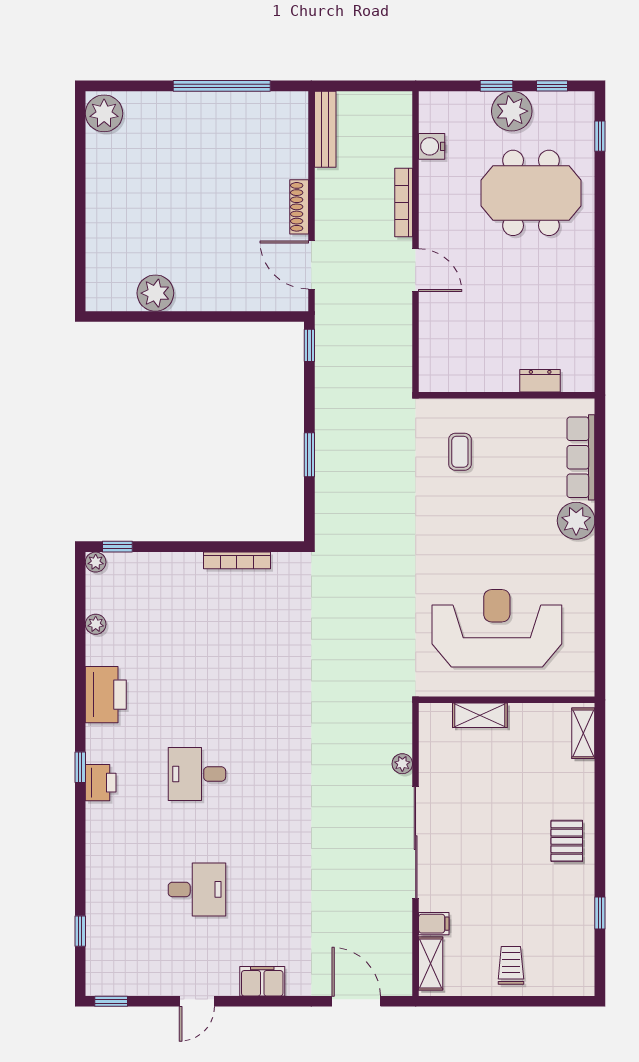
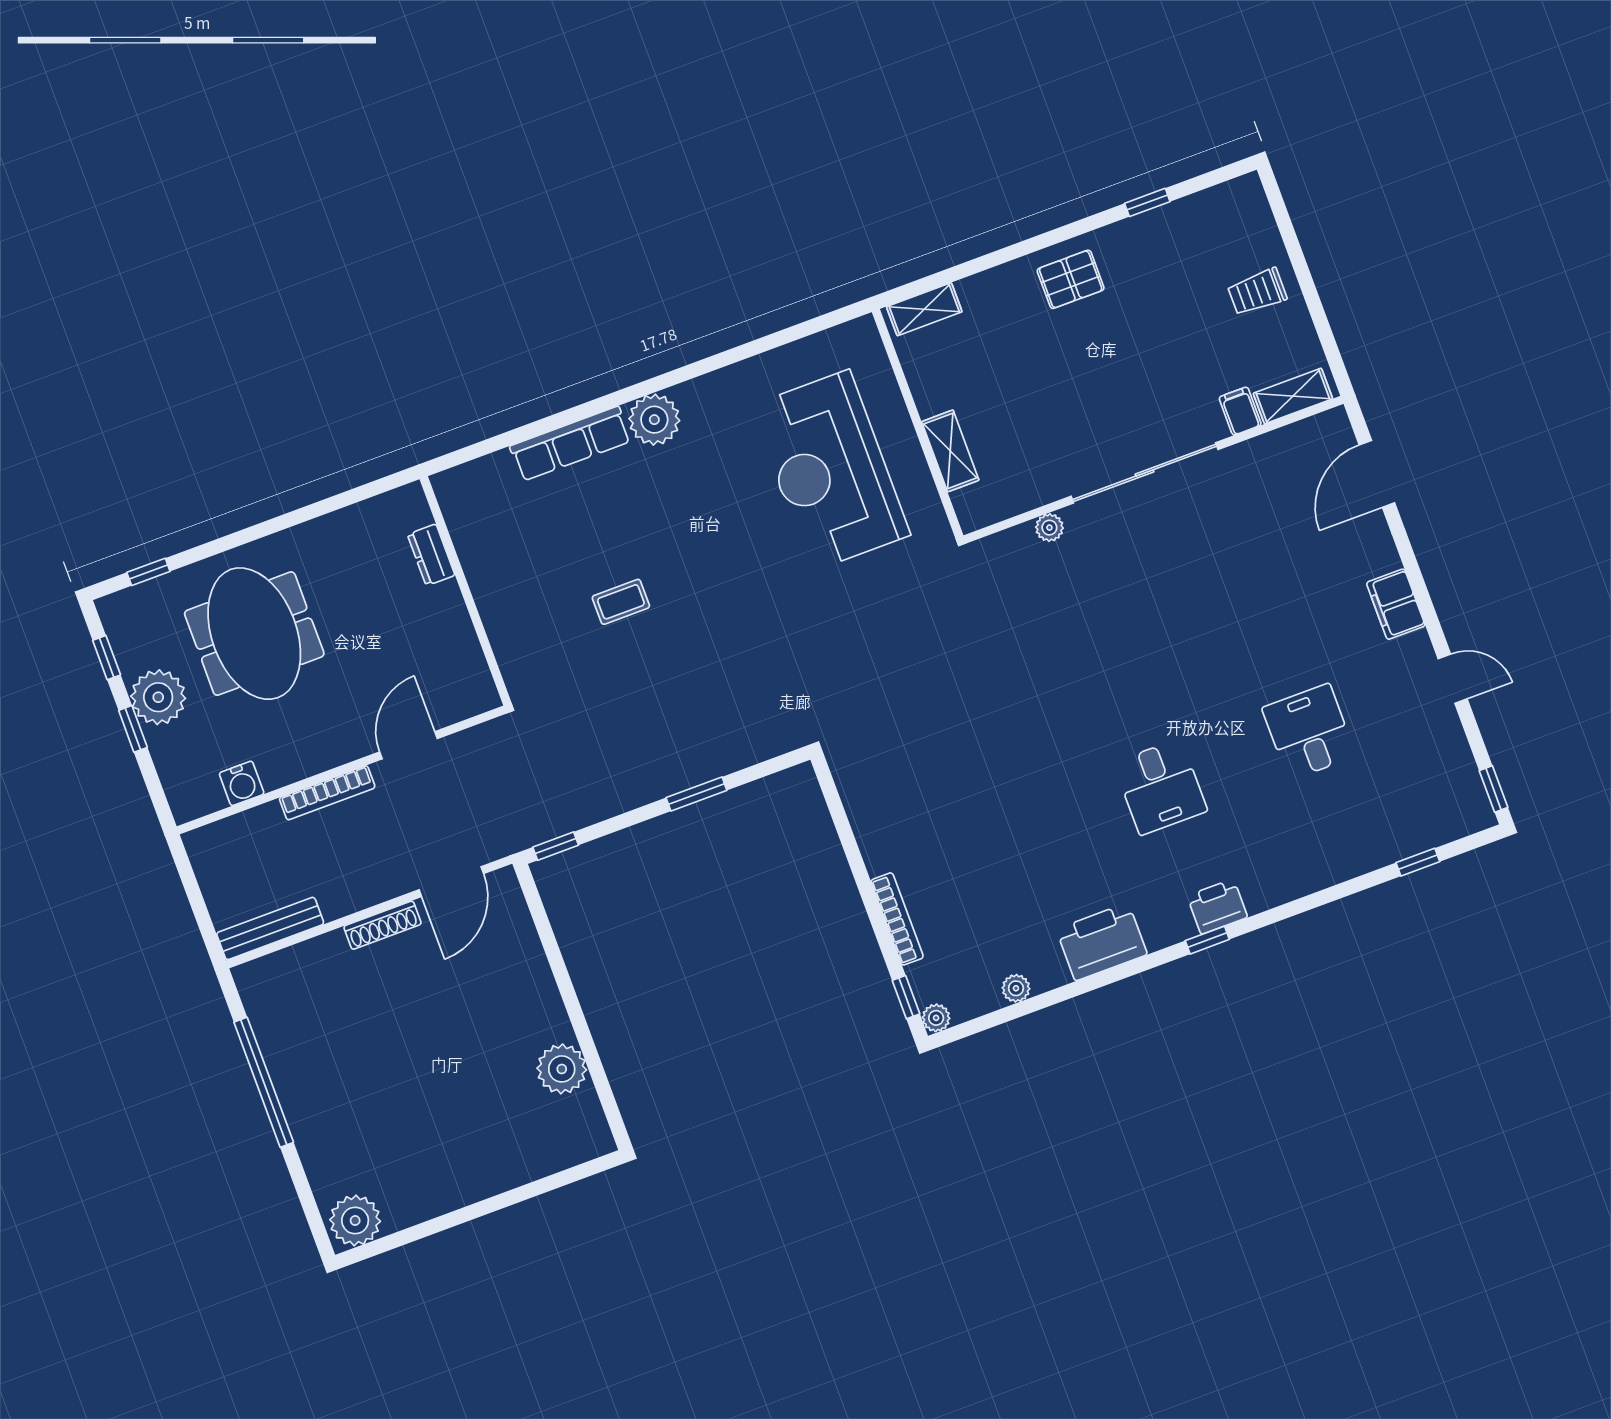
dresser: (540, 381) -> (431, 555), moved
wall: (507, 395) -> (466, 591), moved
bookcase: (237, 560) -> (897, 919), moved

